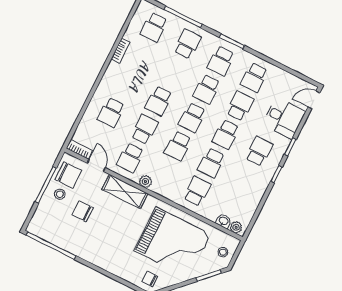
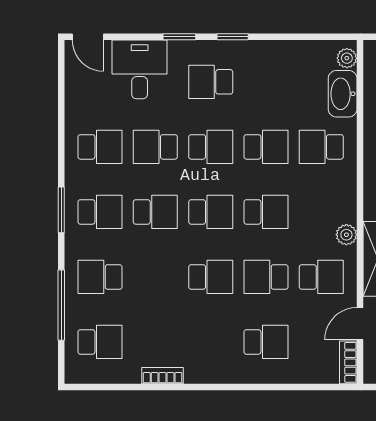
washbasin: (223, 221) -> (343, 94), width x1.91, depth x1.45

